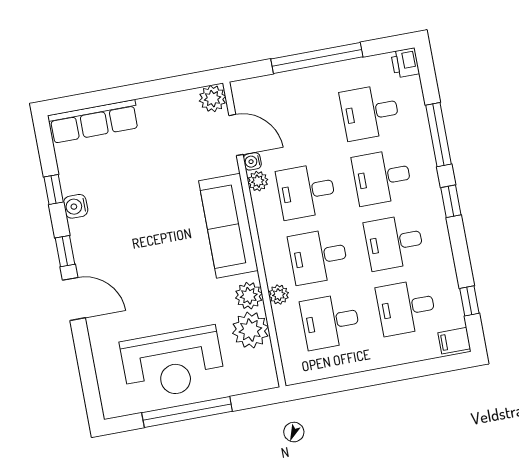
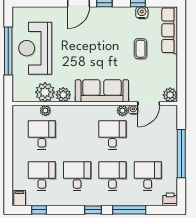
coffee table: (138, 169) -> (141, 49), added
water cooler: (76, 206) -> (142, 13), moved
desk: (318, 256) -> (77, 135), removed
plant: (279, 295) -> (45, 111), moved

